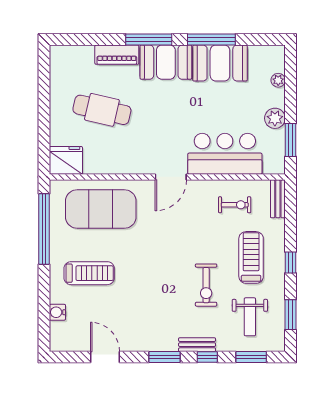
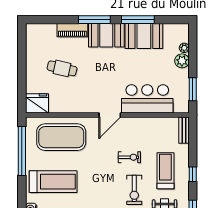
cafe table: (102, 110) -> (62, 68), width x0.73, depth x0.74
plant: (275, 118) -> (182, 61), moved
exercise bike: (235, 205) -> (129, 157), moved
treadmill: (89, 273) -> (53, 182), width x1.37, depth x1.38

